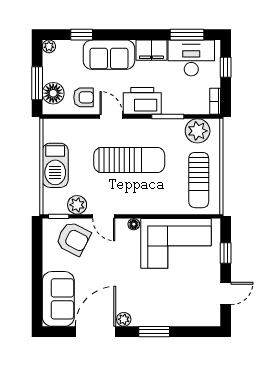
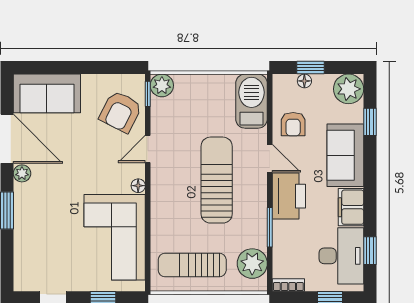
window: (187, 35) -> (370, 251), width x0.67
plant: (49, 46) -> (349, 89), width x1.88, depth x1.88
window: (37, 83) -> (310, 68), width x0.67
floor lamp: (53, 93) -> (304, 81), width x0.53, depth x0.53
door: (111, 117) -> (270, 158), hinge flipped
sun lounger: (129, 160) -> (217, 180), turned 180
barbecue: (55, 165) -> (252, 101), moved, turned 90
plant: (77, 205) -> (162, 85), moved

